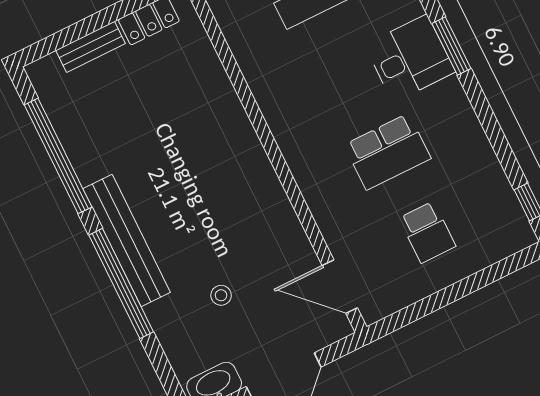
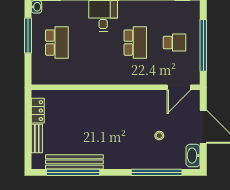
bench: (127, 240) -> (74, 162), moved
window: (121, 283) -> (157, 172), moved
window: (451, 294) -> (203, 45), added

